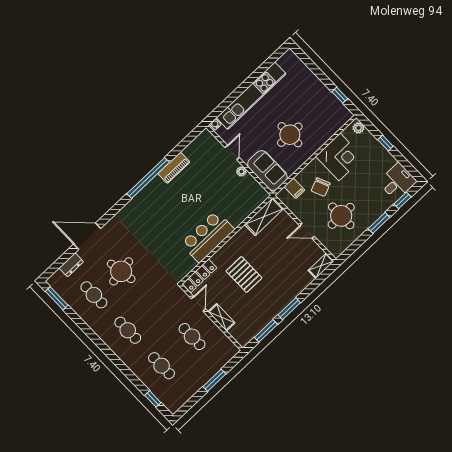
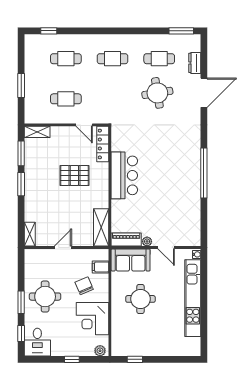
piano: (174, 168) -> (126, 240), moved, turned 90
round table: (341, 216) -> (45, 297), moved
shelving: (221, 317) -> (37, 132), moved

